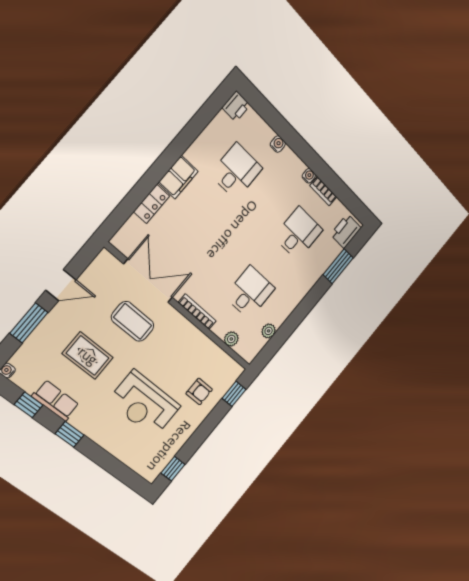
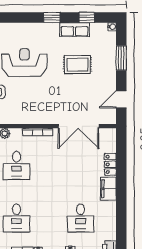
door: (61, 285) -> (121, 99), moved
coffee table: (133, 321) -> (69, 100), removed

